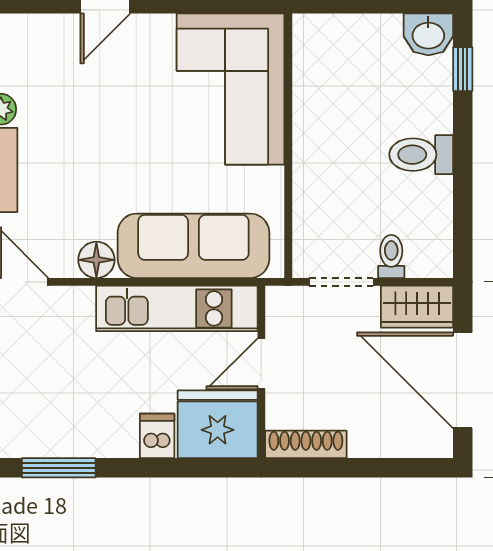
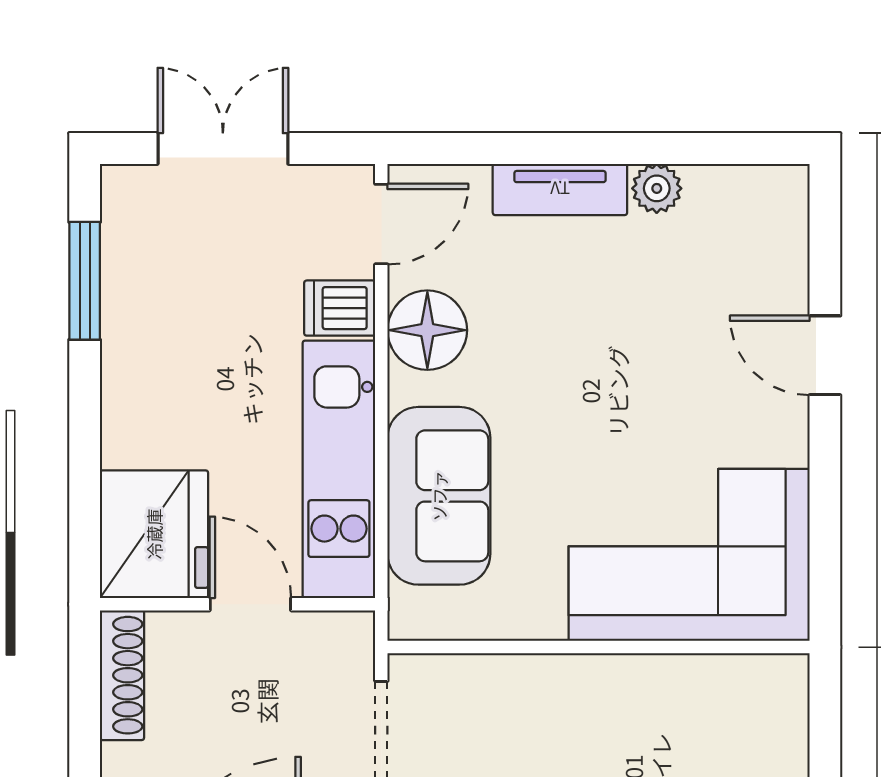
sofa: (193, 246) -> (439, 496), width x0.73
floor lamp: (96, 260) -> (427, 330), width x1.38, depth x1.38
dishwasher: (157, 436) -> (340, 308), moved, turned 180

